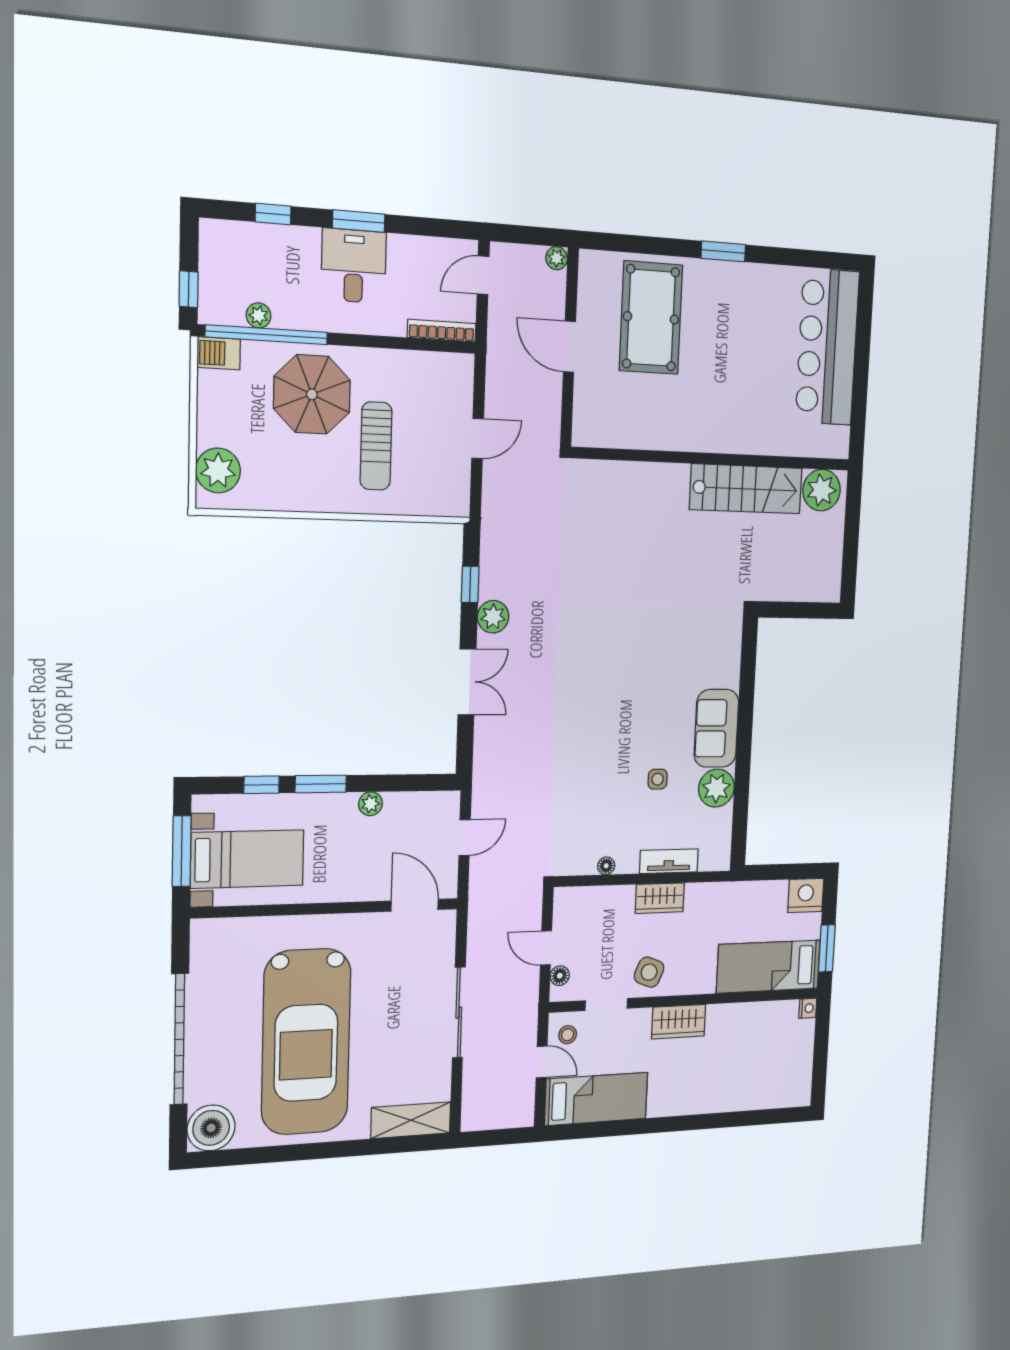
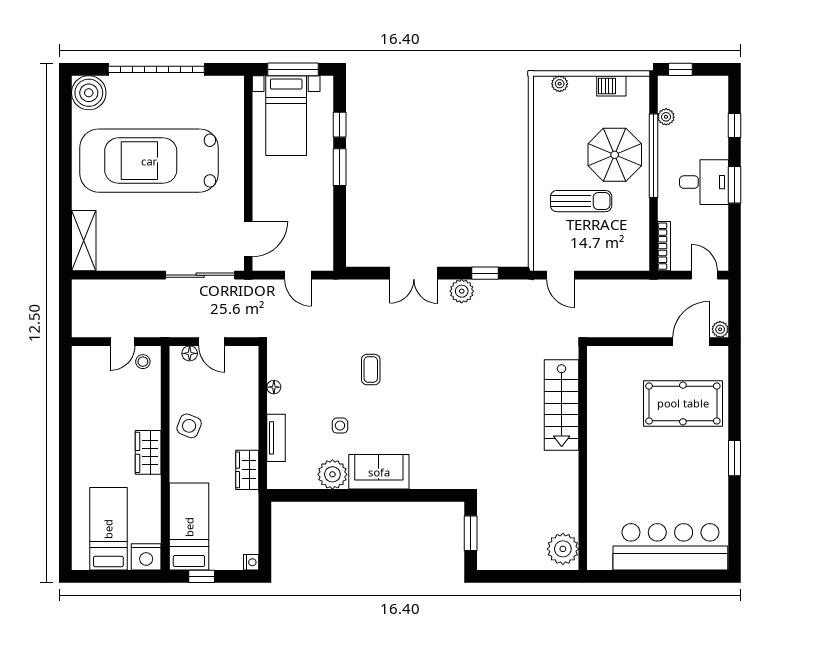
window: (267, 335) -> (653, 156), moved
door: (569, 347) -> (691, 342), moved
barbecue: (219, 353) -> (611, 86), moved, turned -90
door: (478, 438) -> (561, 275), moved
sun lounger: (376, 446) -> (581, 201), turned 180
plant: (218, 470) -> (560, 84), width x0.53, depth x0.53
stairs: (746, 489) -> (562, 405), moved
window: (796, 610) -> (471, 533), added
coffee table: (590, 740) -> (371, 370), added
plant: (370, 804) -> (325, 204), removed
nightstand: (806, 895) -> (251, 562), width x0.53, depth x0.56
wardrobe: (660, 898) -> (247, 470), moved
door: (546, 948) -> (212, 342), swing flipped
window: (827, 948) -> (202, 576), width x0.67
doorway: (606, 1004) -> (165, 392), removed
nightstand: (808, 1008) -> (146, 557), width x1.89, depth x1.79
sliding door: (459, 1013) -> (200, 275), moved
bed: (596, 1099) -> (108, 529), moved, turned 180

